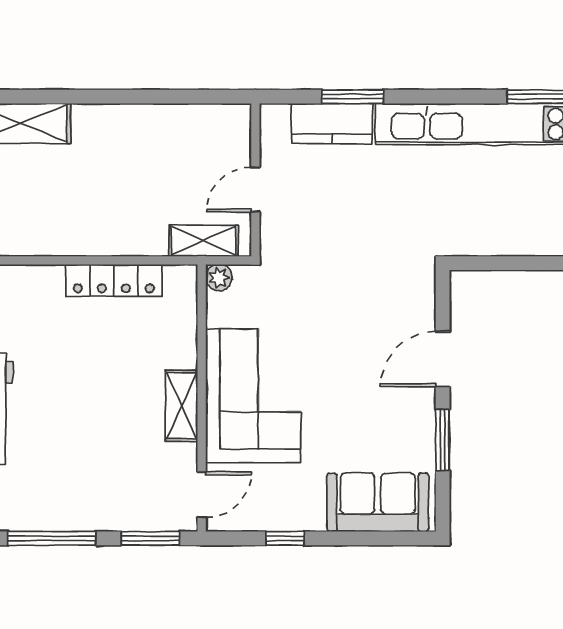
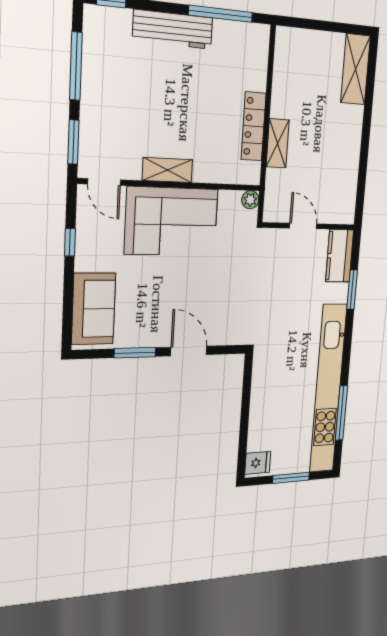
kitchen counter: (332, 124) -> (340, 256), moved
shelving: (203, 241) -> (278, 143), moved

